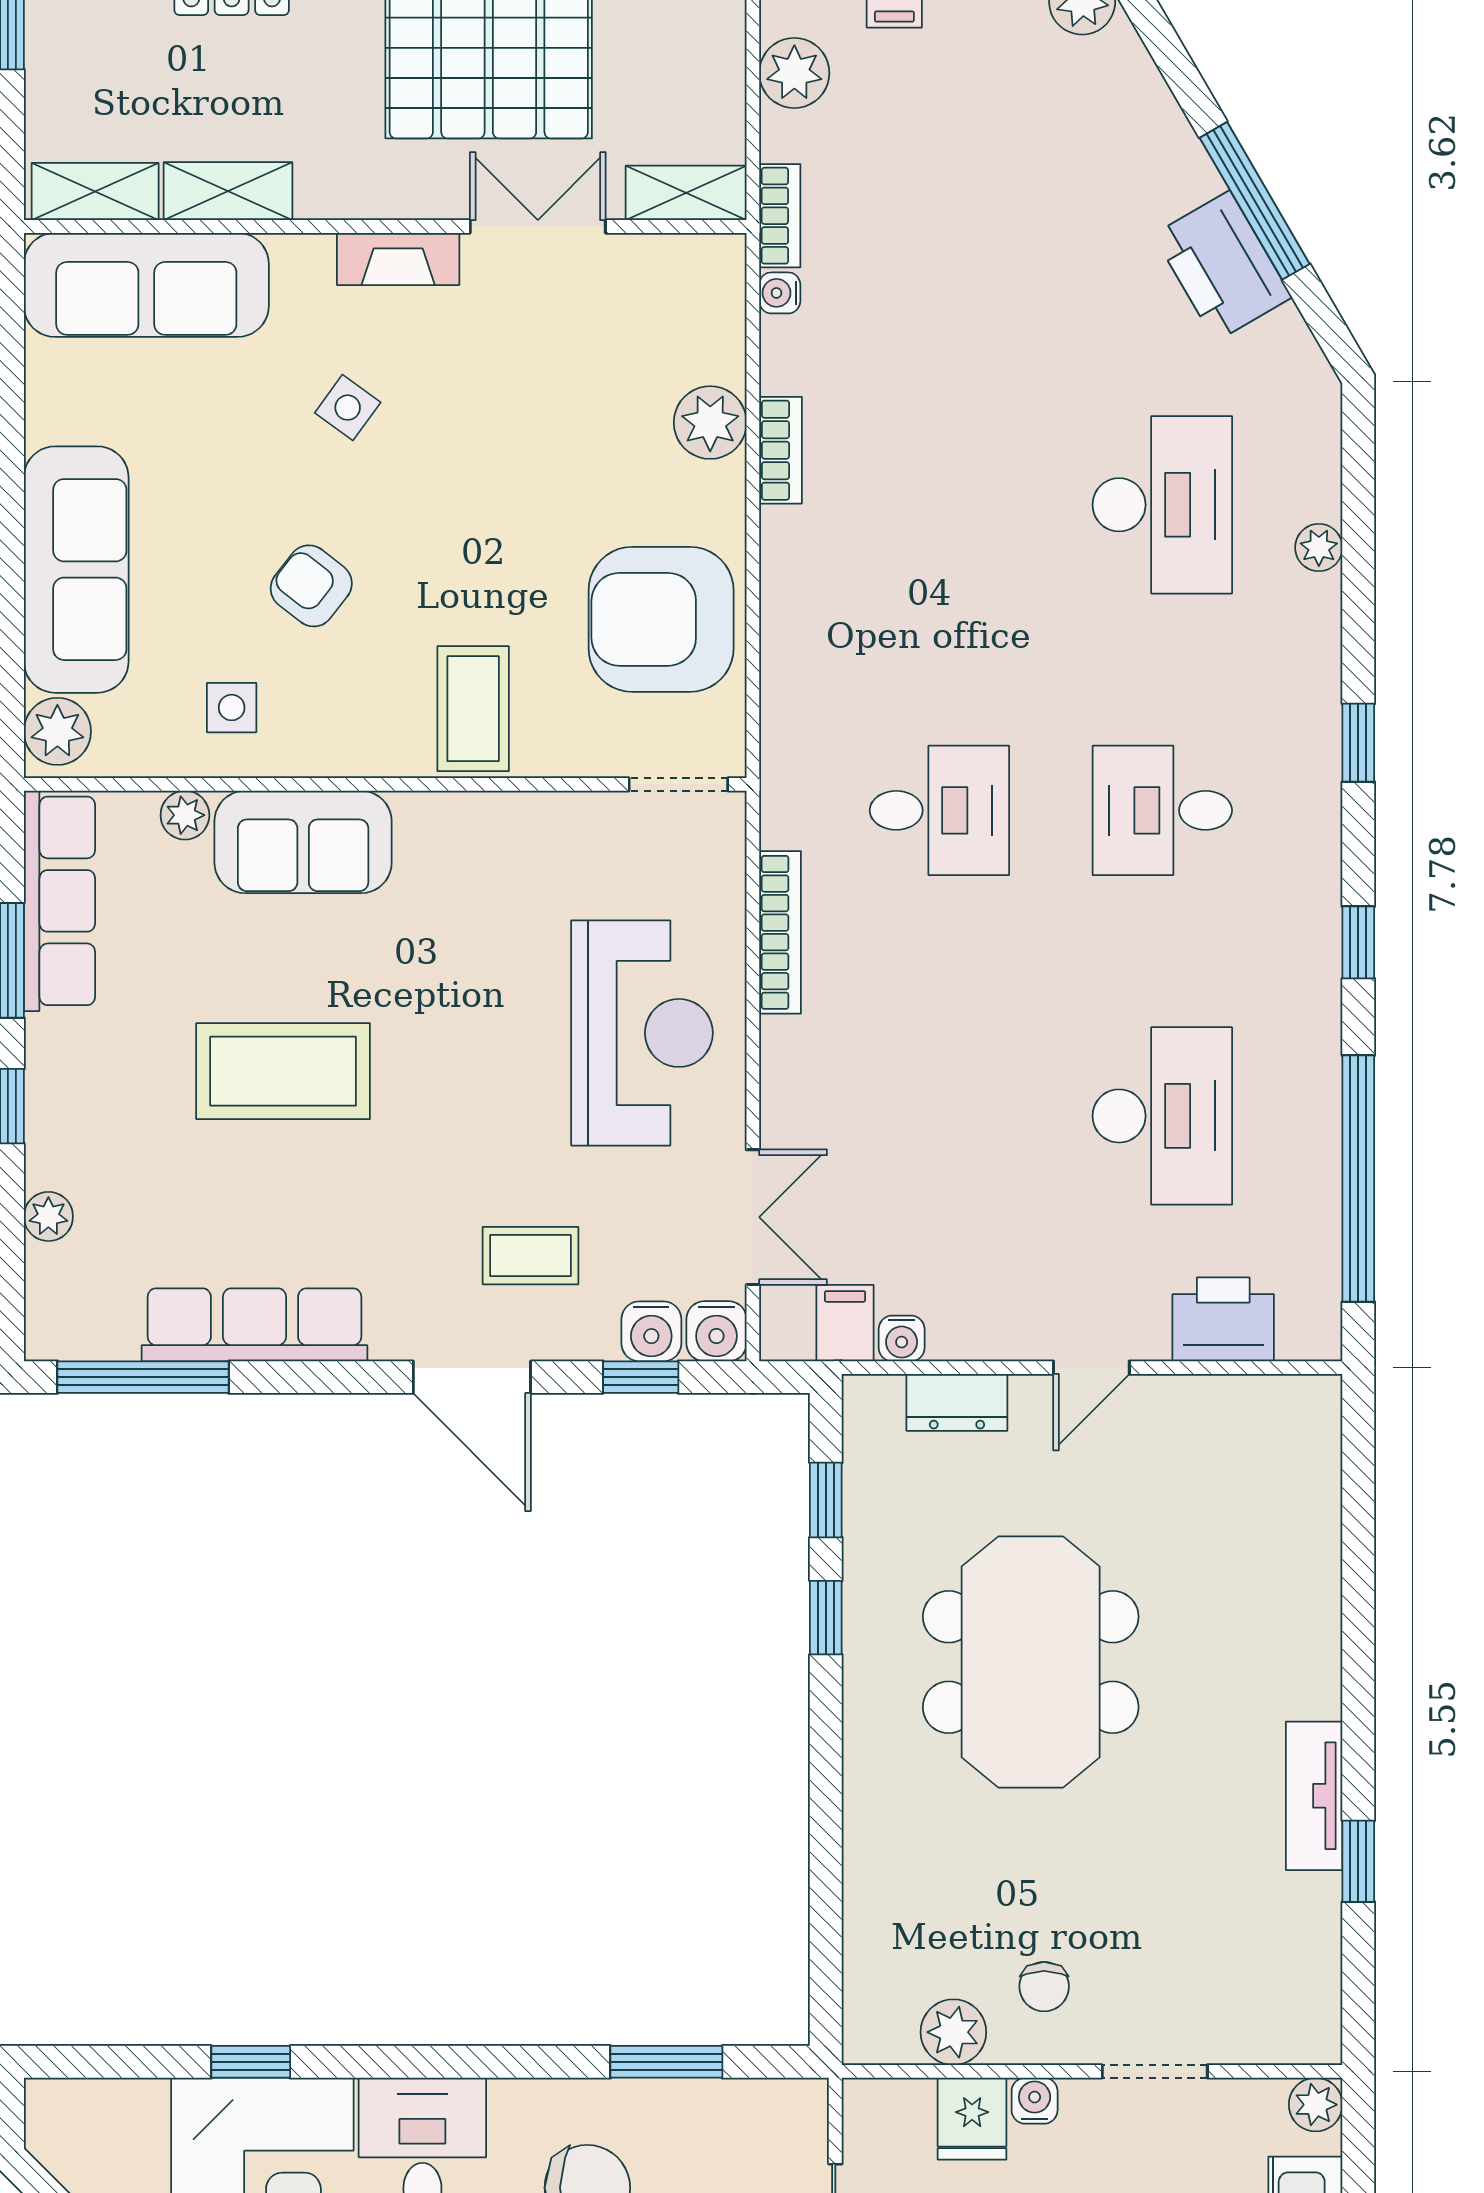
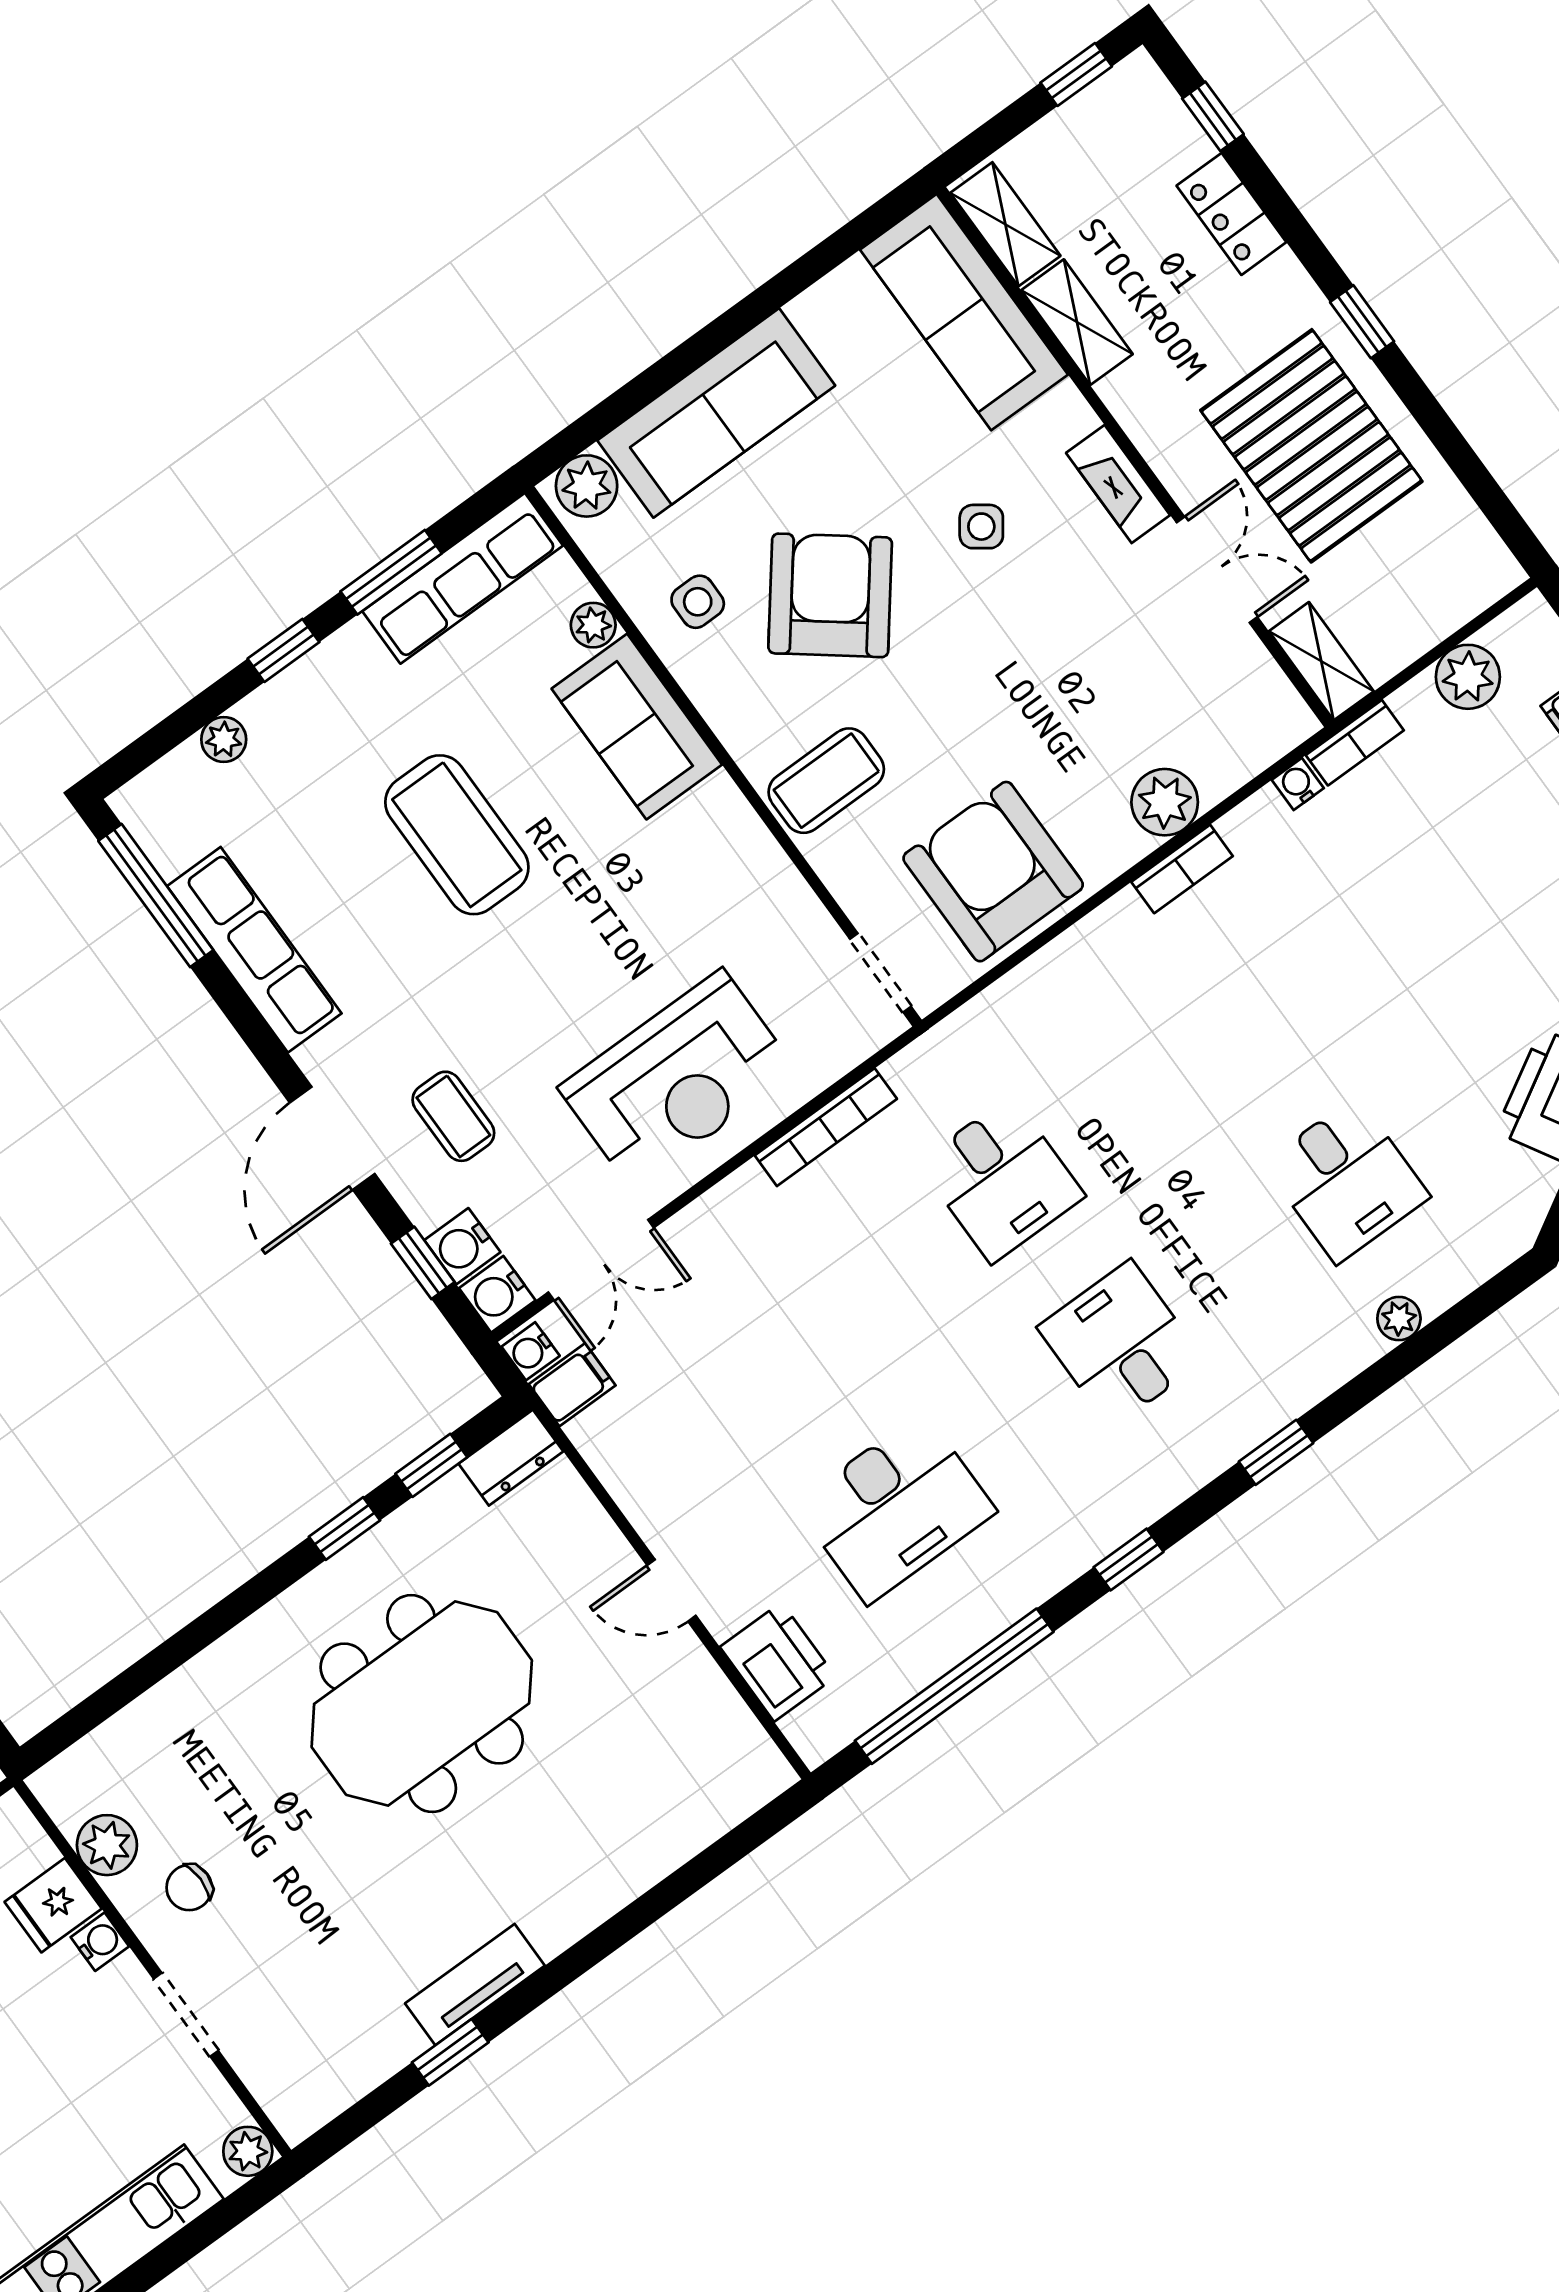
desk: (1162, 505) -> (1346, 1180), width x0.73
armchair: (311, 586) -> (830, 595), width x1.88, depth x1.88
water cooler: (902, 1338) -> (531, 1351), moved
dresser: (957, 1402) -> (511, 1458), moved, turned -90

